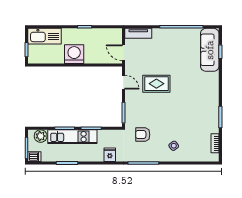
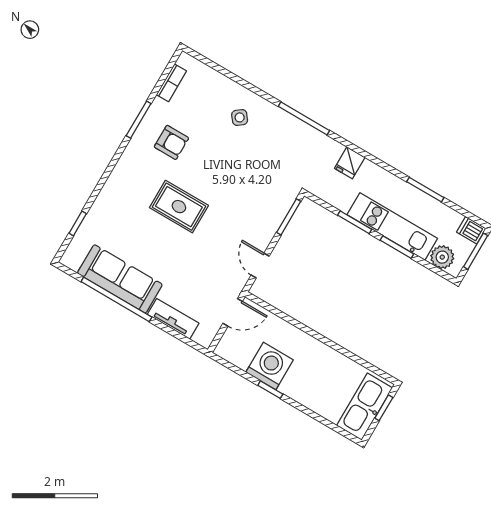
tv unit: (138, 33) -> (173, 319), moved
kitchen sink: (45, 36) -> (365, 407), moved, turned -90
sofa: (210, 50) -> (120, 279), moved, turned -90
door: (123, 53) -> (233, 312), hinge flipped
washing machine: (74, 54) -> (270, 366), moved, turned 180
rug: (156, 84) -> (179, 207), moved
armchair: (143, 135) -> (171, 142), moved

